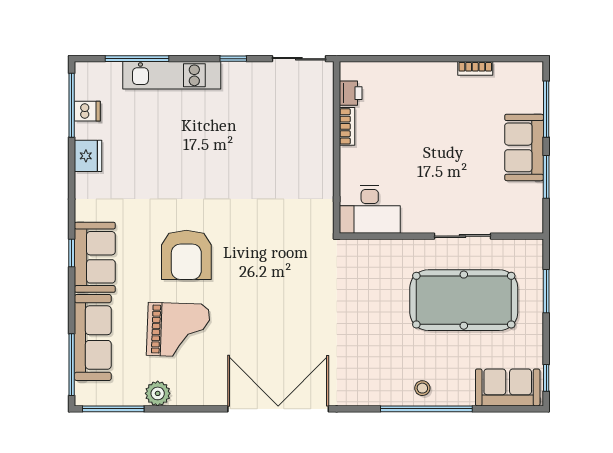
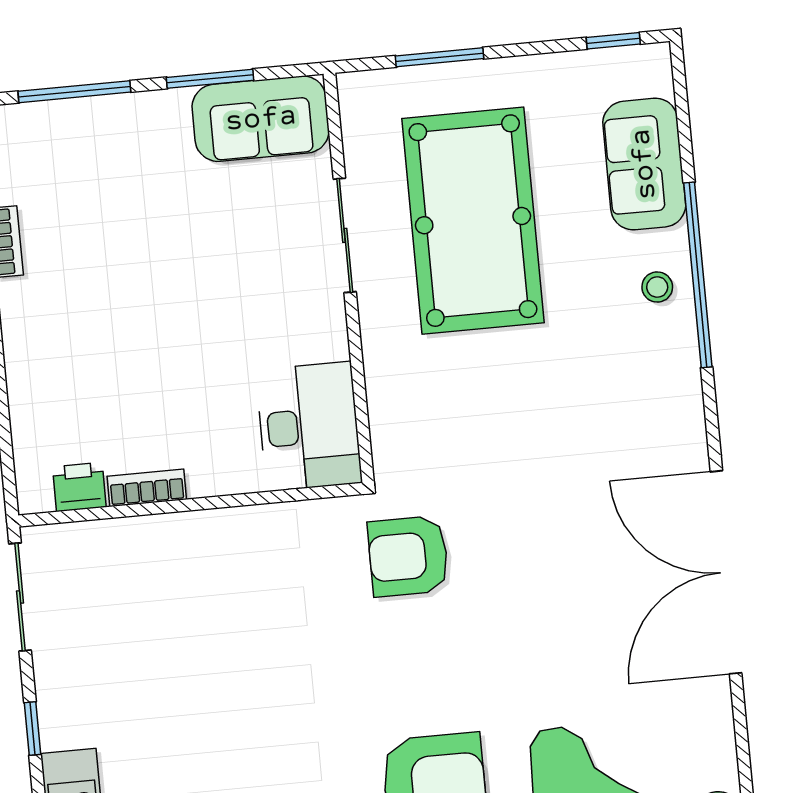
sofa: (524, 147) -> (261, 119), moved
armchair: (301, 252) -> (408, 556), added
sofa: (508, 387) -> (644, 164), moved

